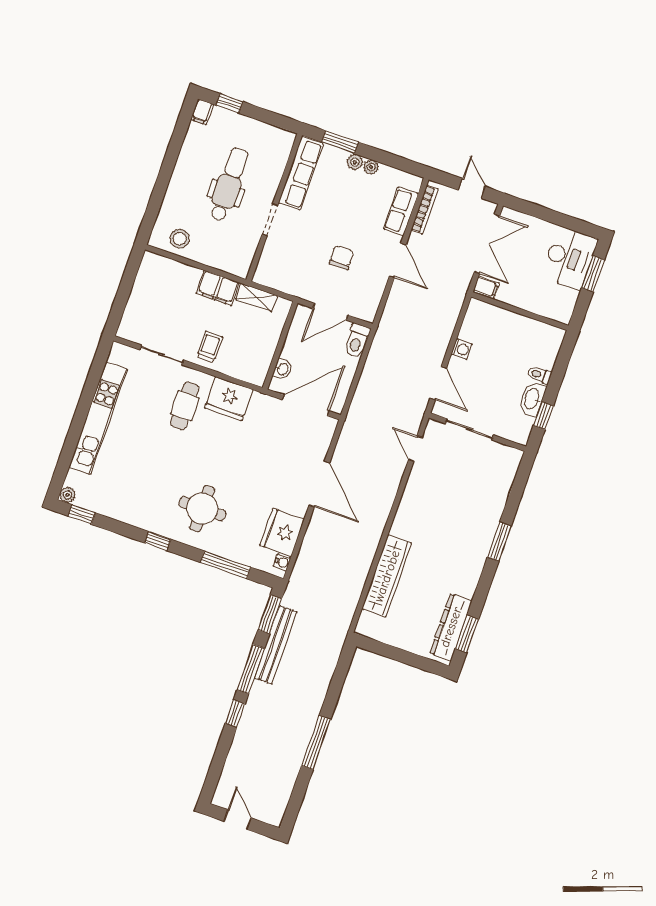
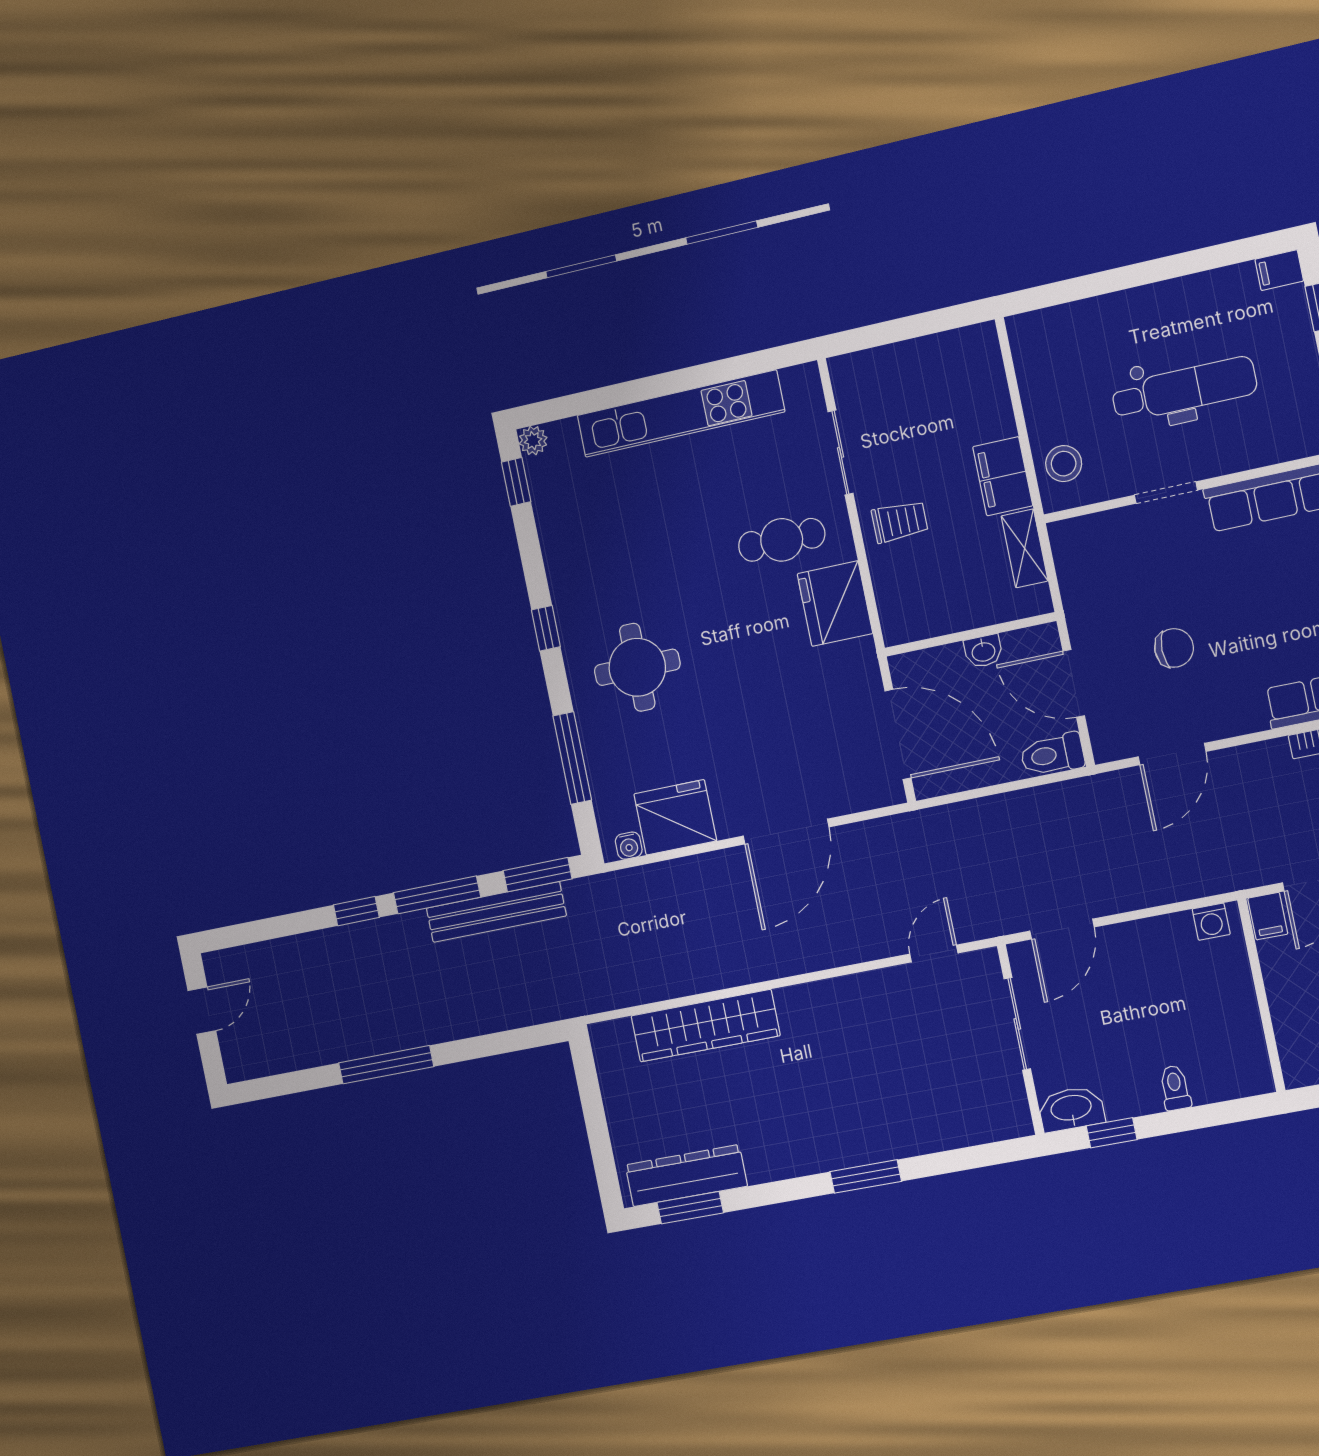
stool: (180, 239) -> (1064, 464), moved
door: (398, 261) -> (1172, 754), moved
washing machine: (462, 349) -> (1211, 922), moved
washbasin: (282, 369) -> (983, 651), moved
washbasin: (532, 399) -> (1071, 1109), moved

